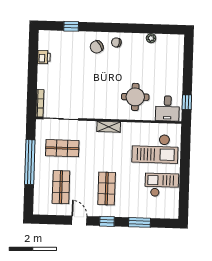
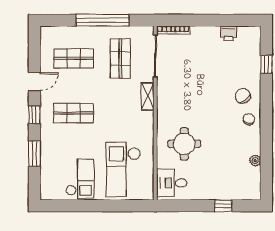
window: (187, 102) -> (223, 206), moved
shelving: (109, 127) -> (148, 96), moved

